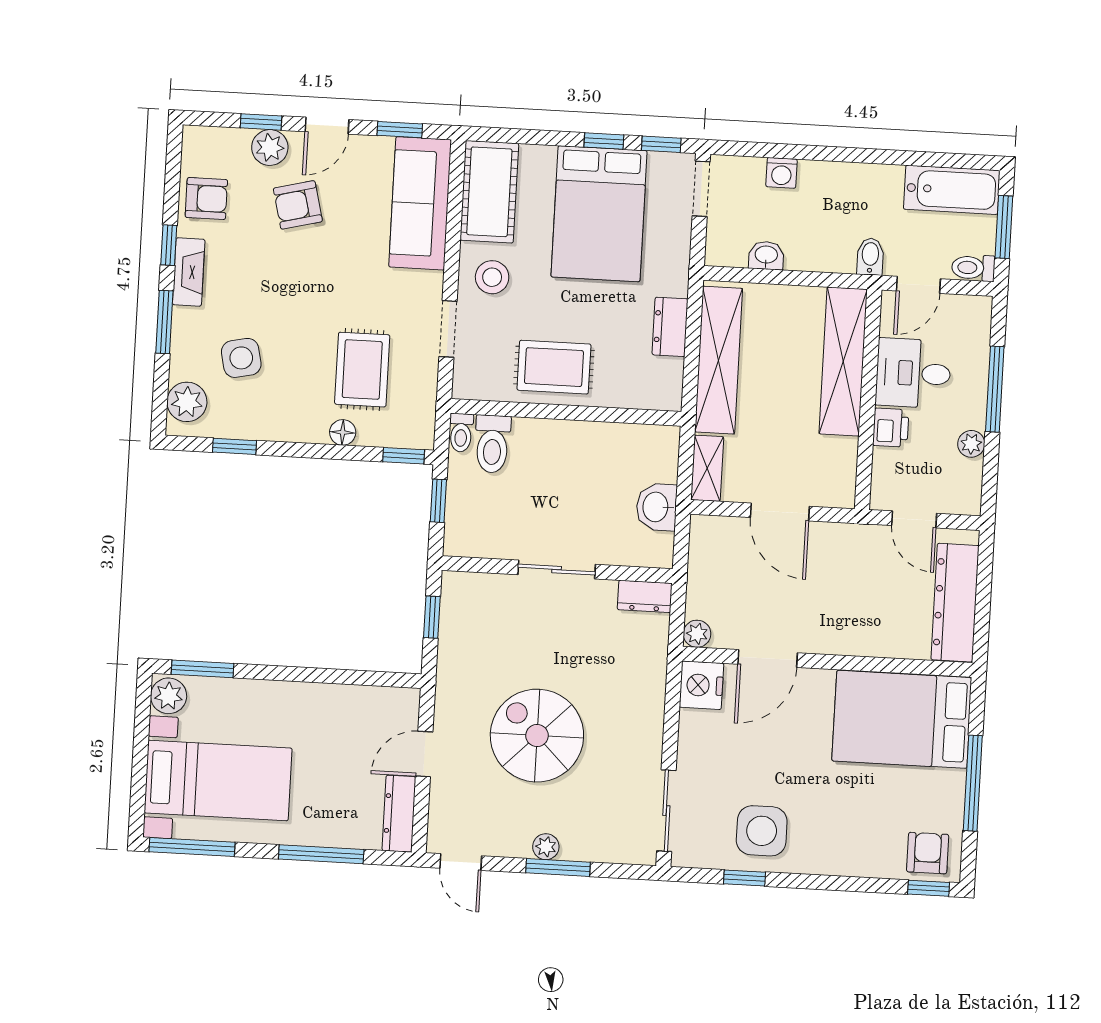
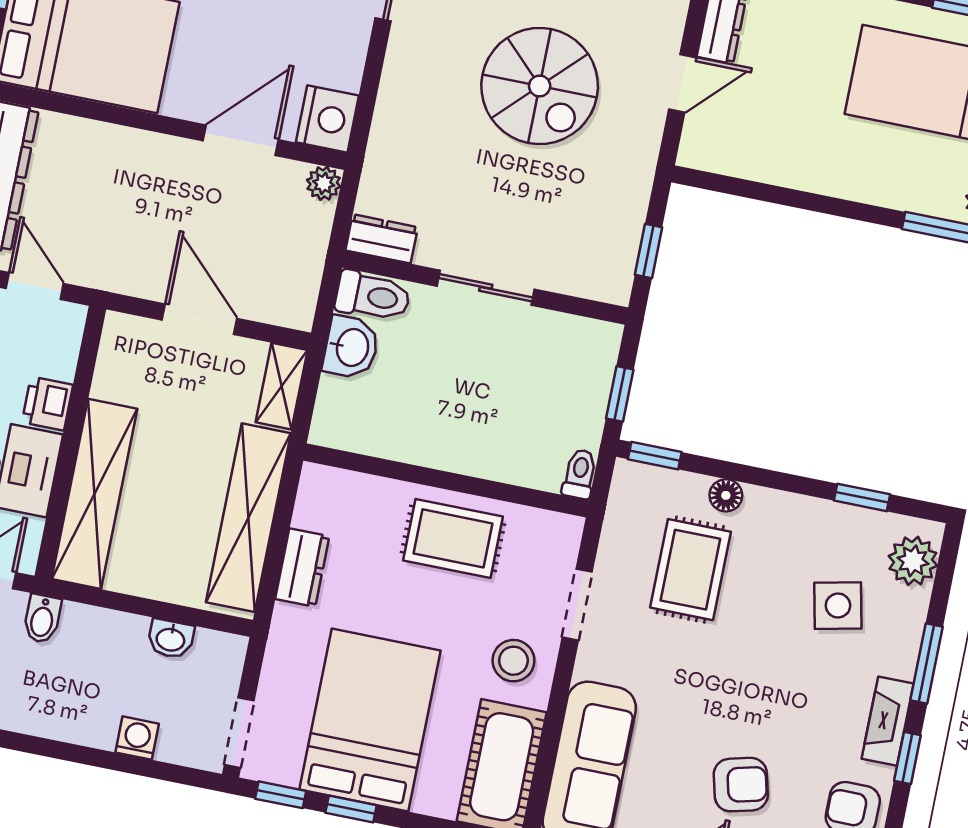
toilet: (492, 444) -> (373, 296), moved, turned 90

